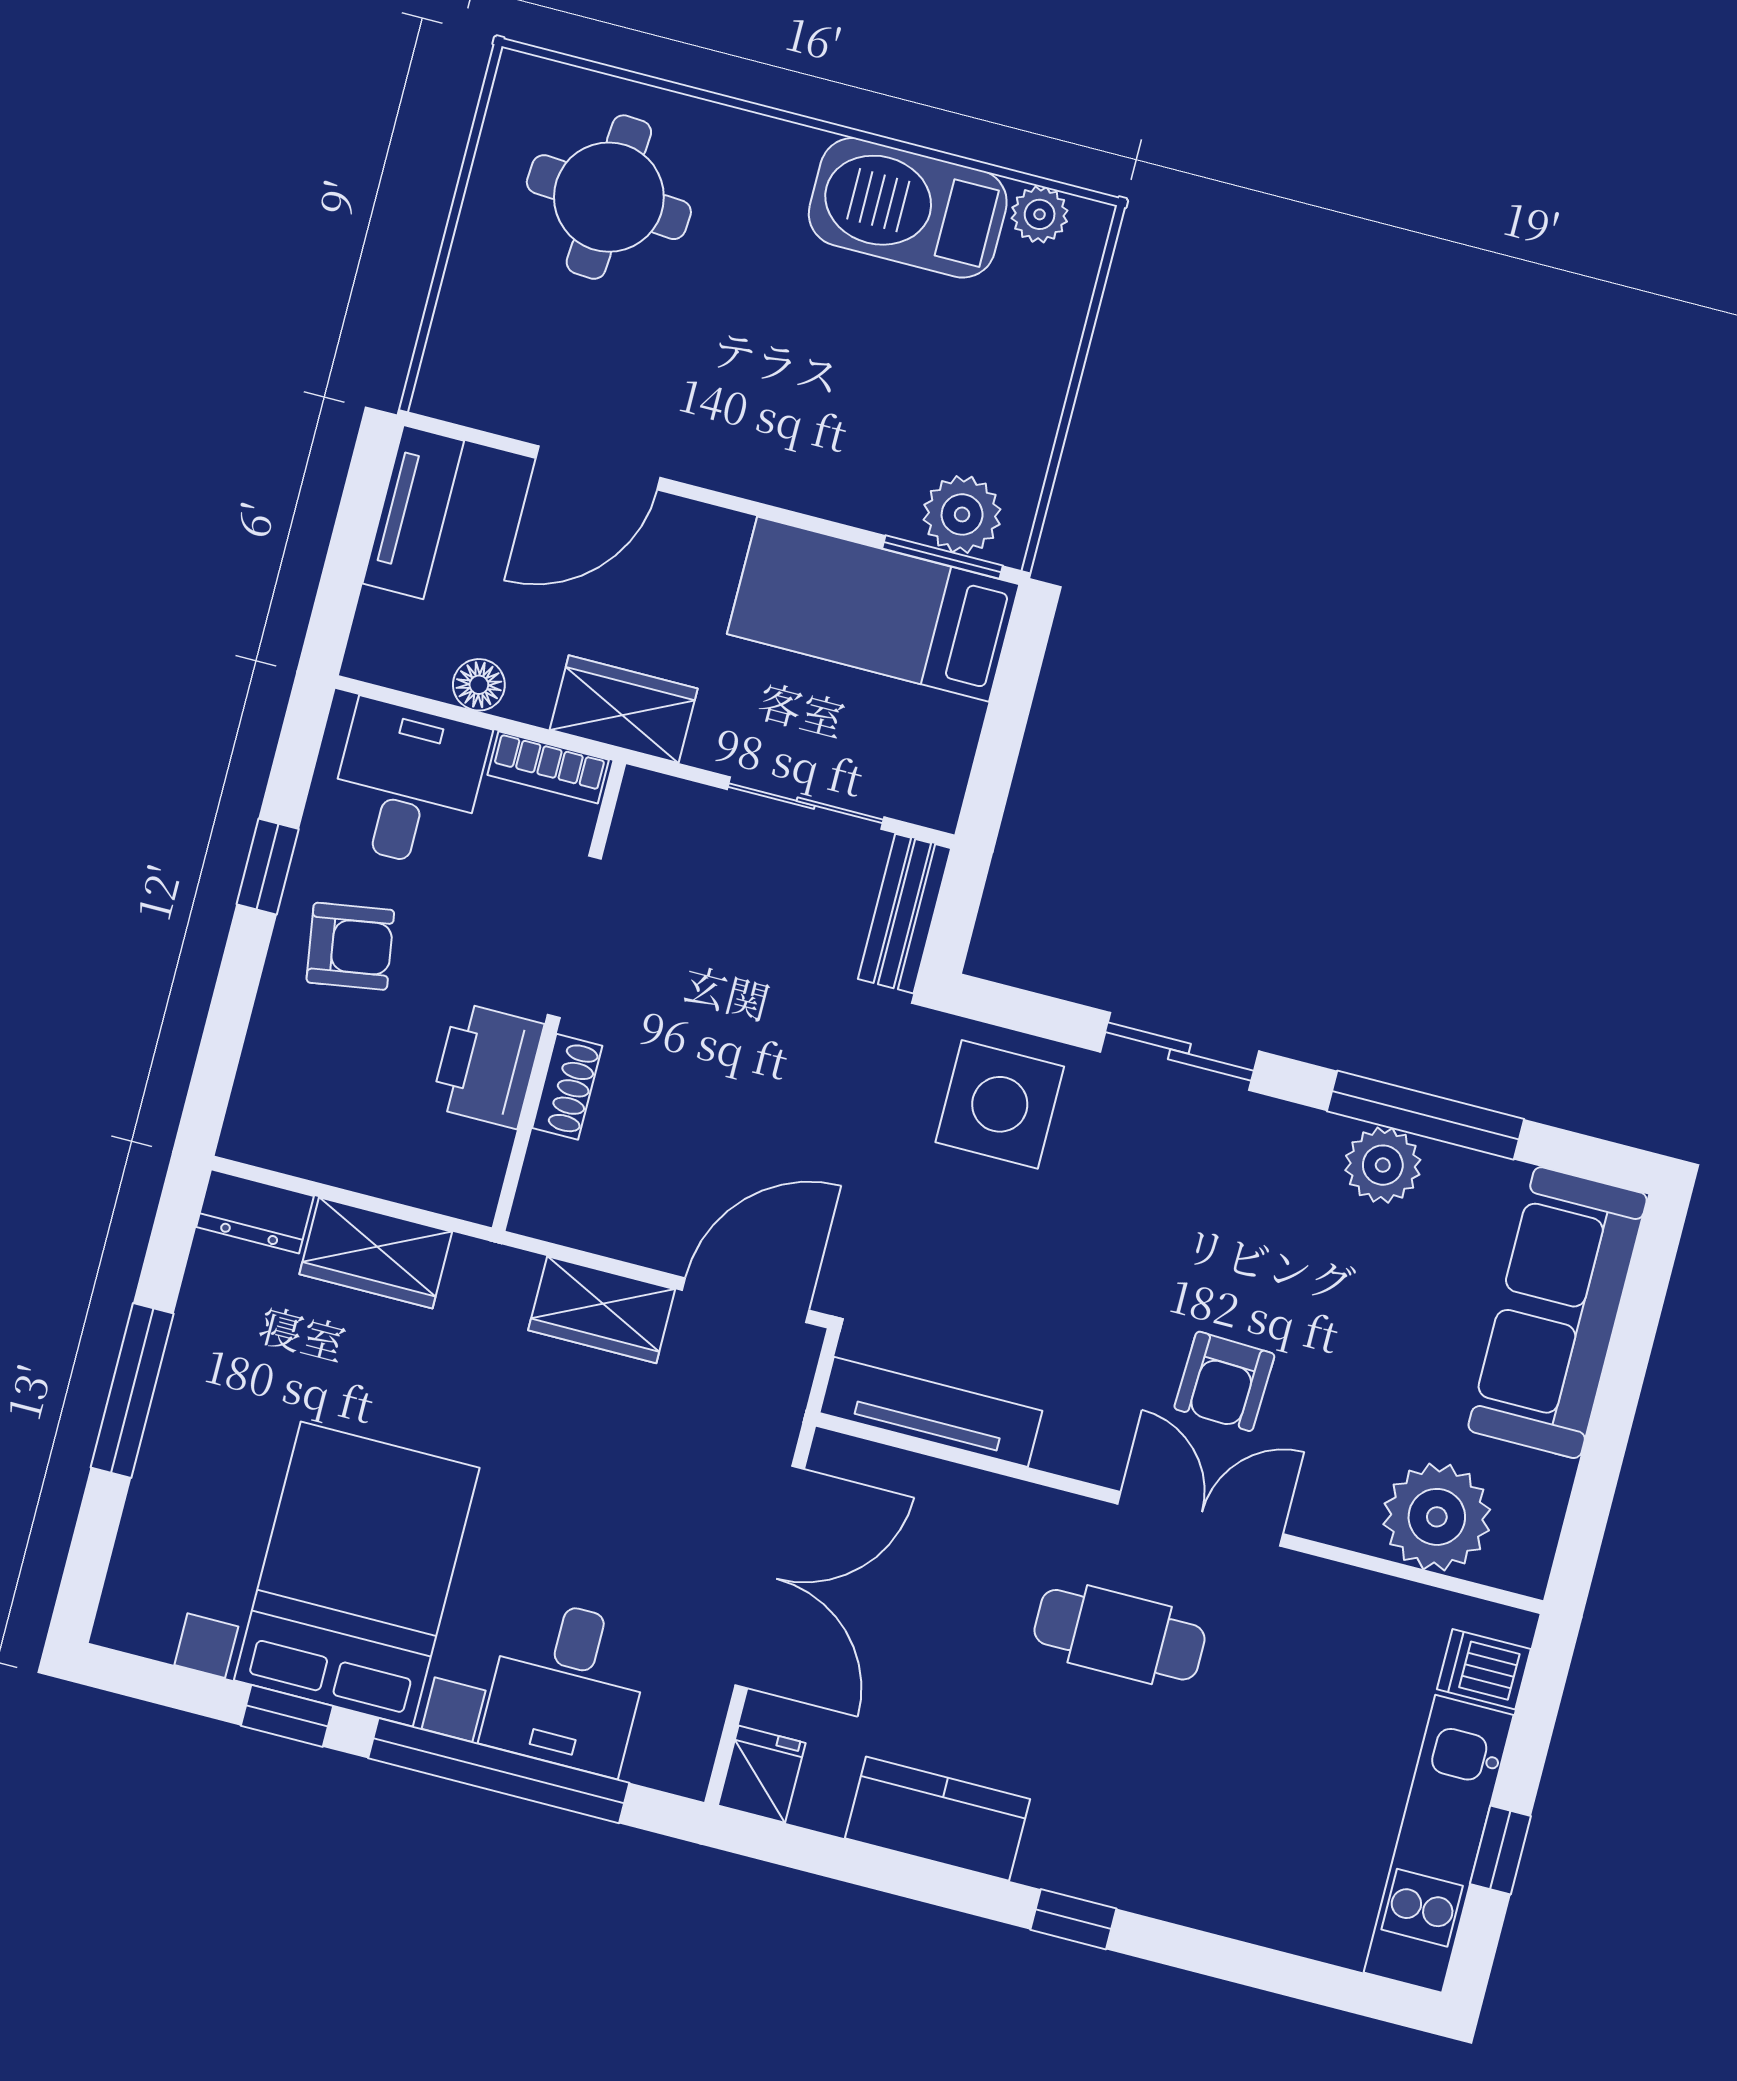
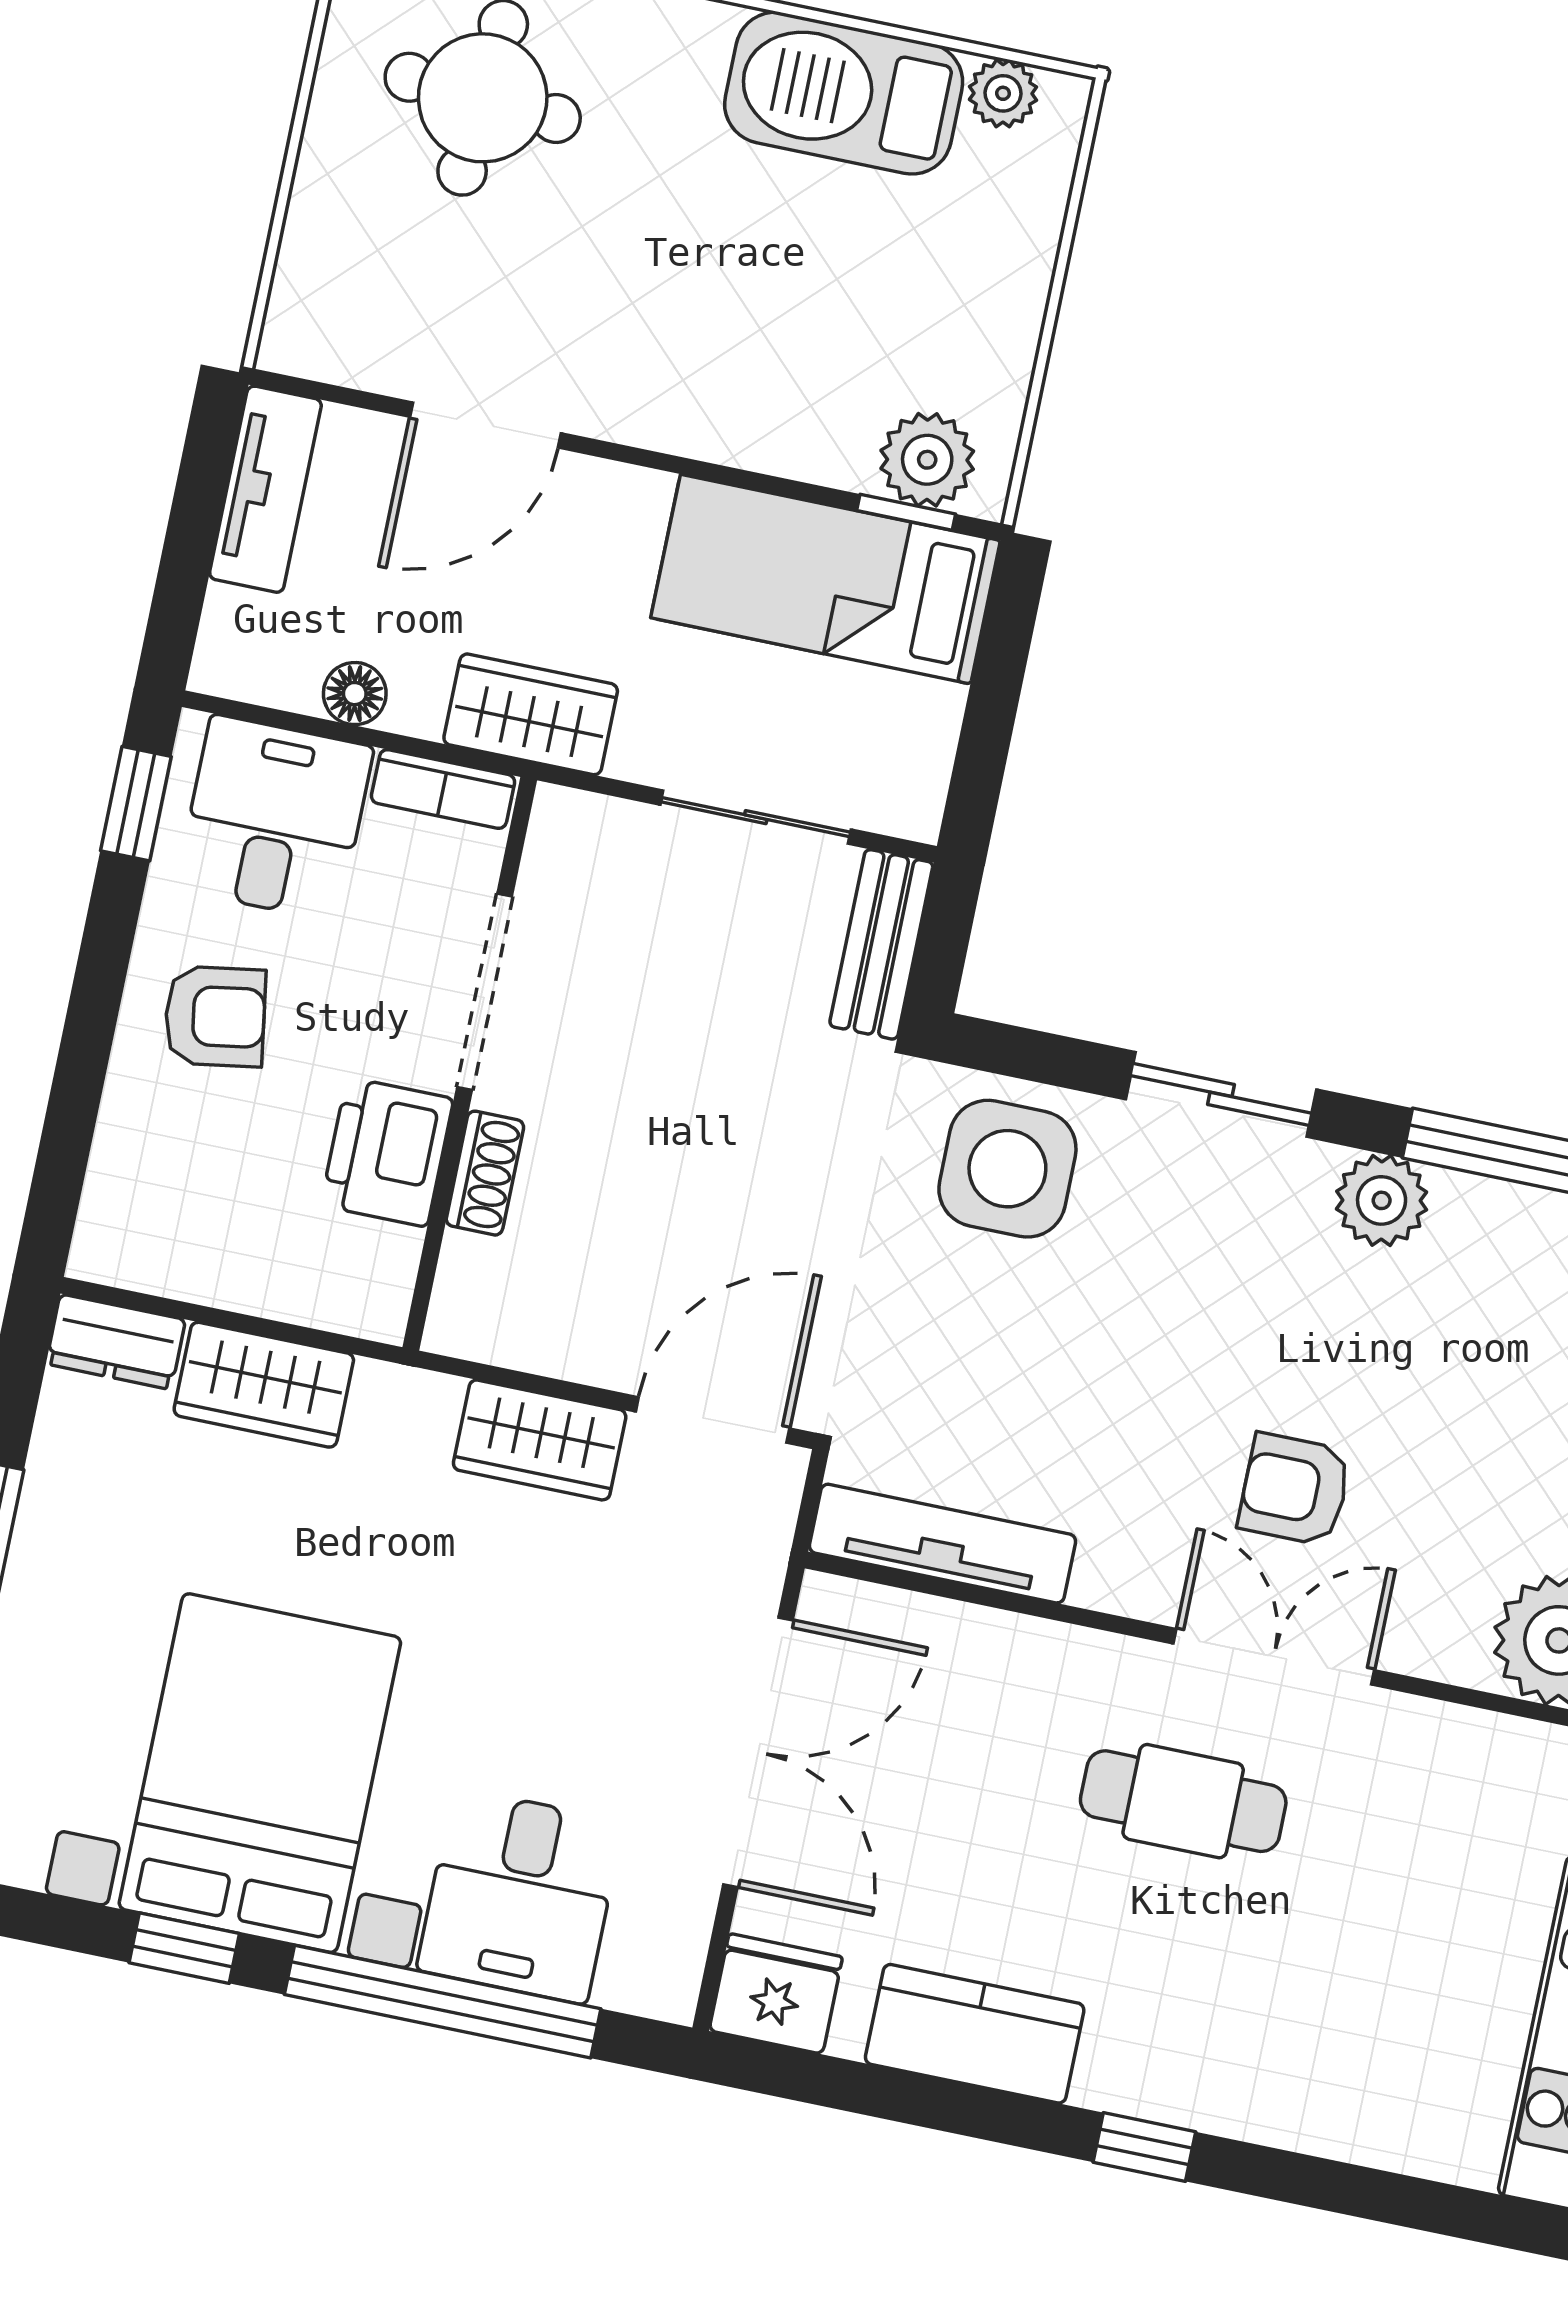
window: (942, 557) -> (906, 512), width x0.67
window: (268, 867) -> (136, 804), moved
plant: (1383, 1165) -> (1382, 1200), moved
armchair: (1224, 1381) -> (1295, 1490), turned 88
fridge: (762, 1774) -> (776, 1994), width x1.38

